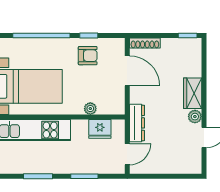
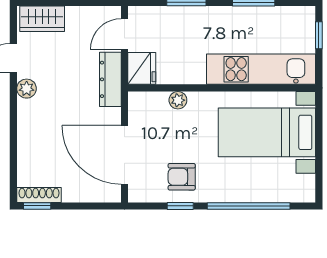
shoe rack: (145, 43) -> (39, 195), moved
door: (127, 71) -> (125, 155), width x1.36
wardrobe: (193, 93) -> (42, 19), moved, turned 90
fridge: (100, 129) -> (142, 68), moved, turned 90

